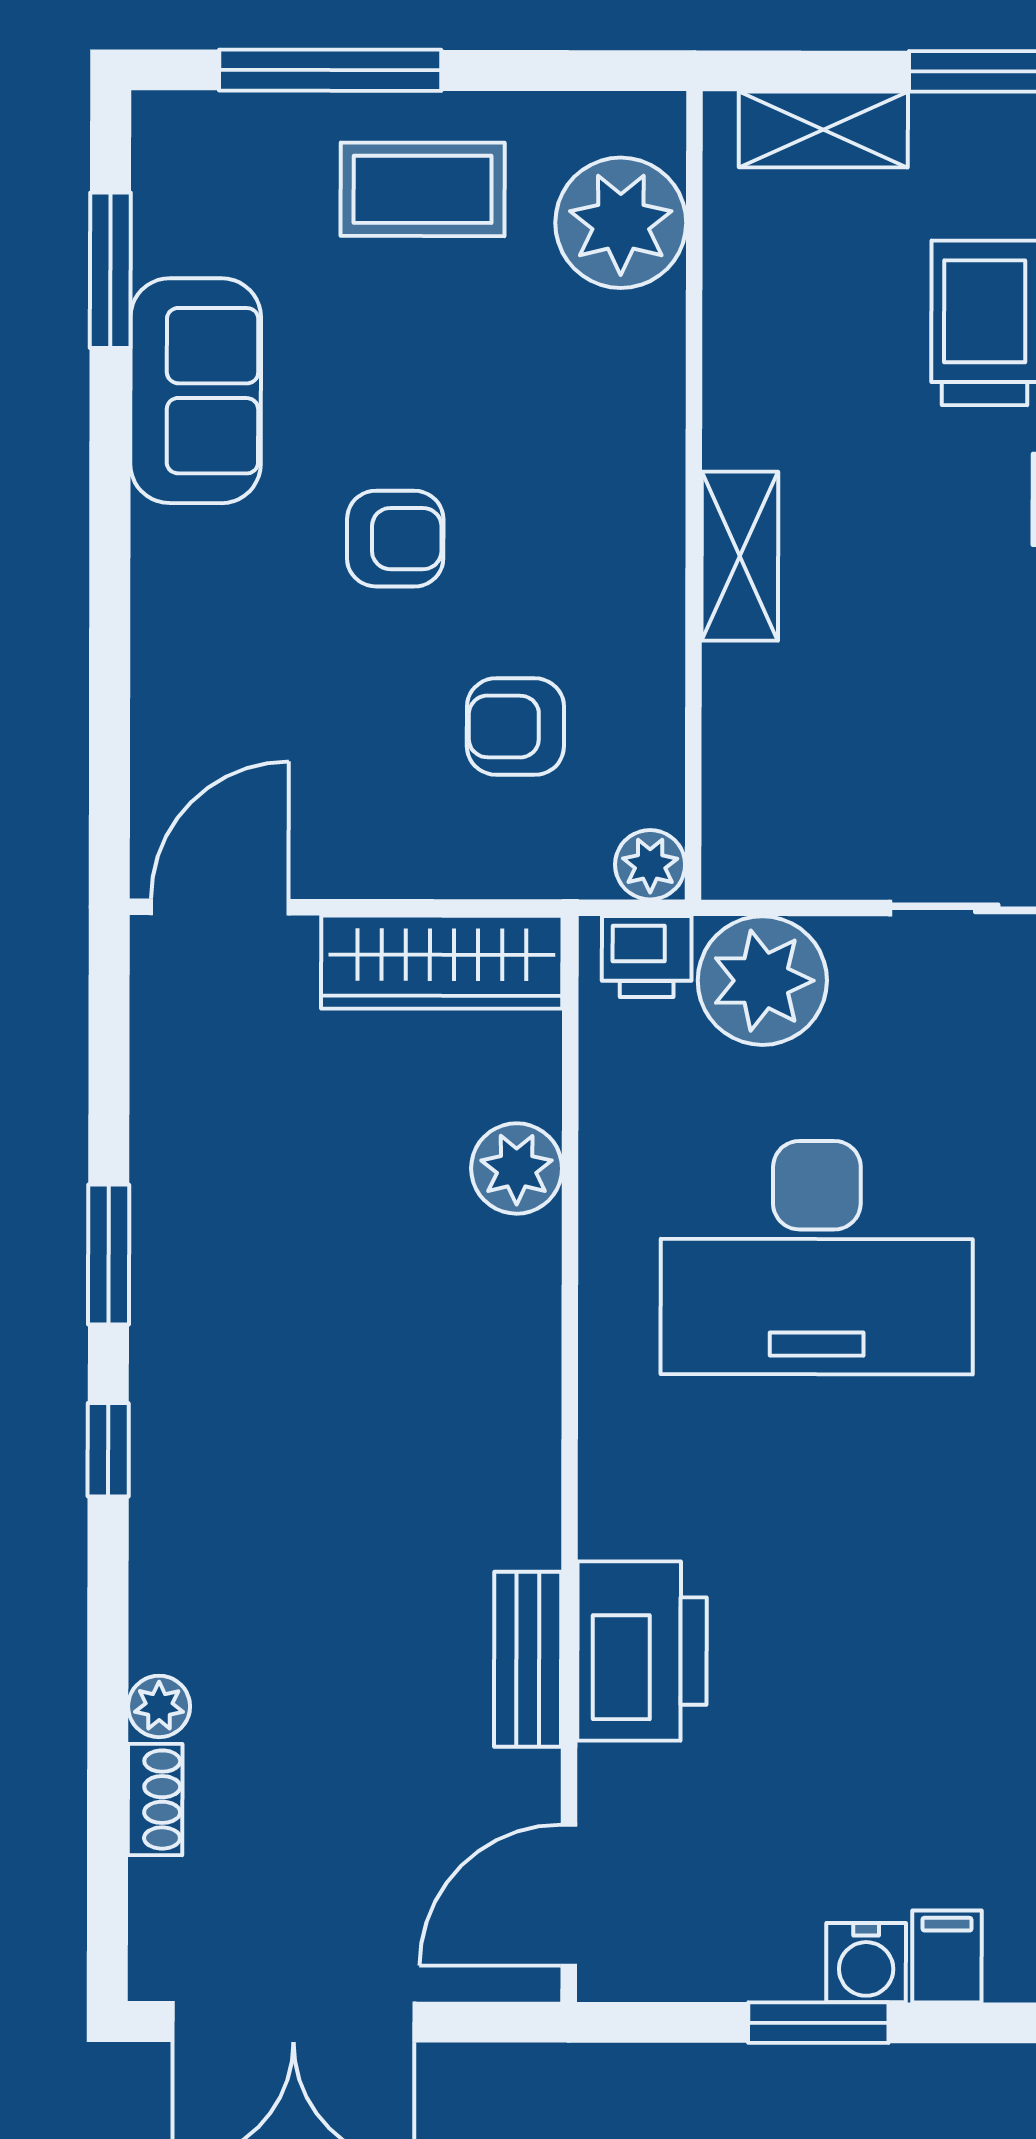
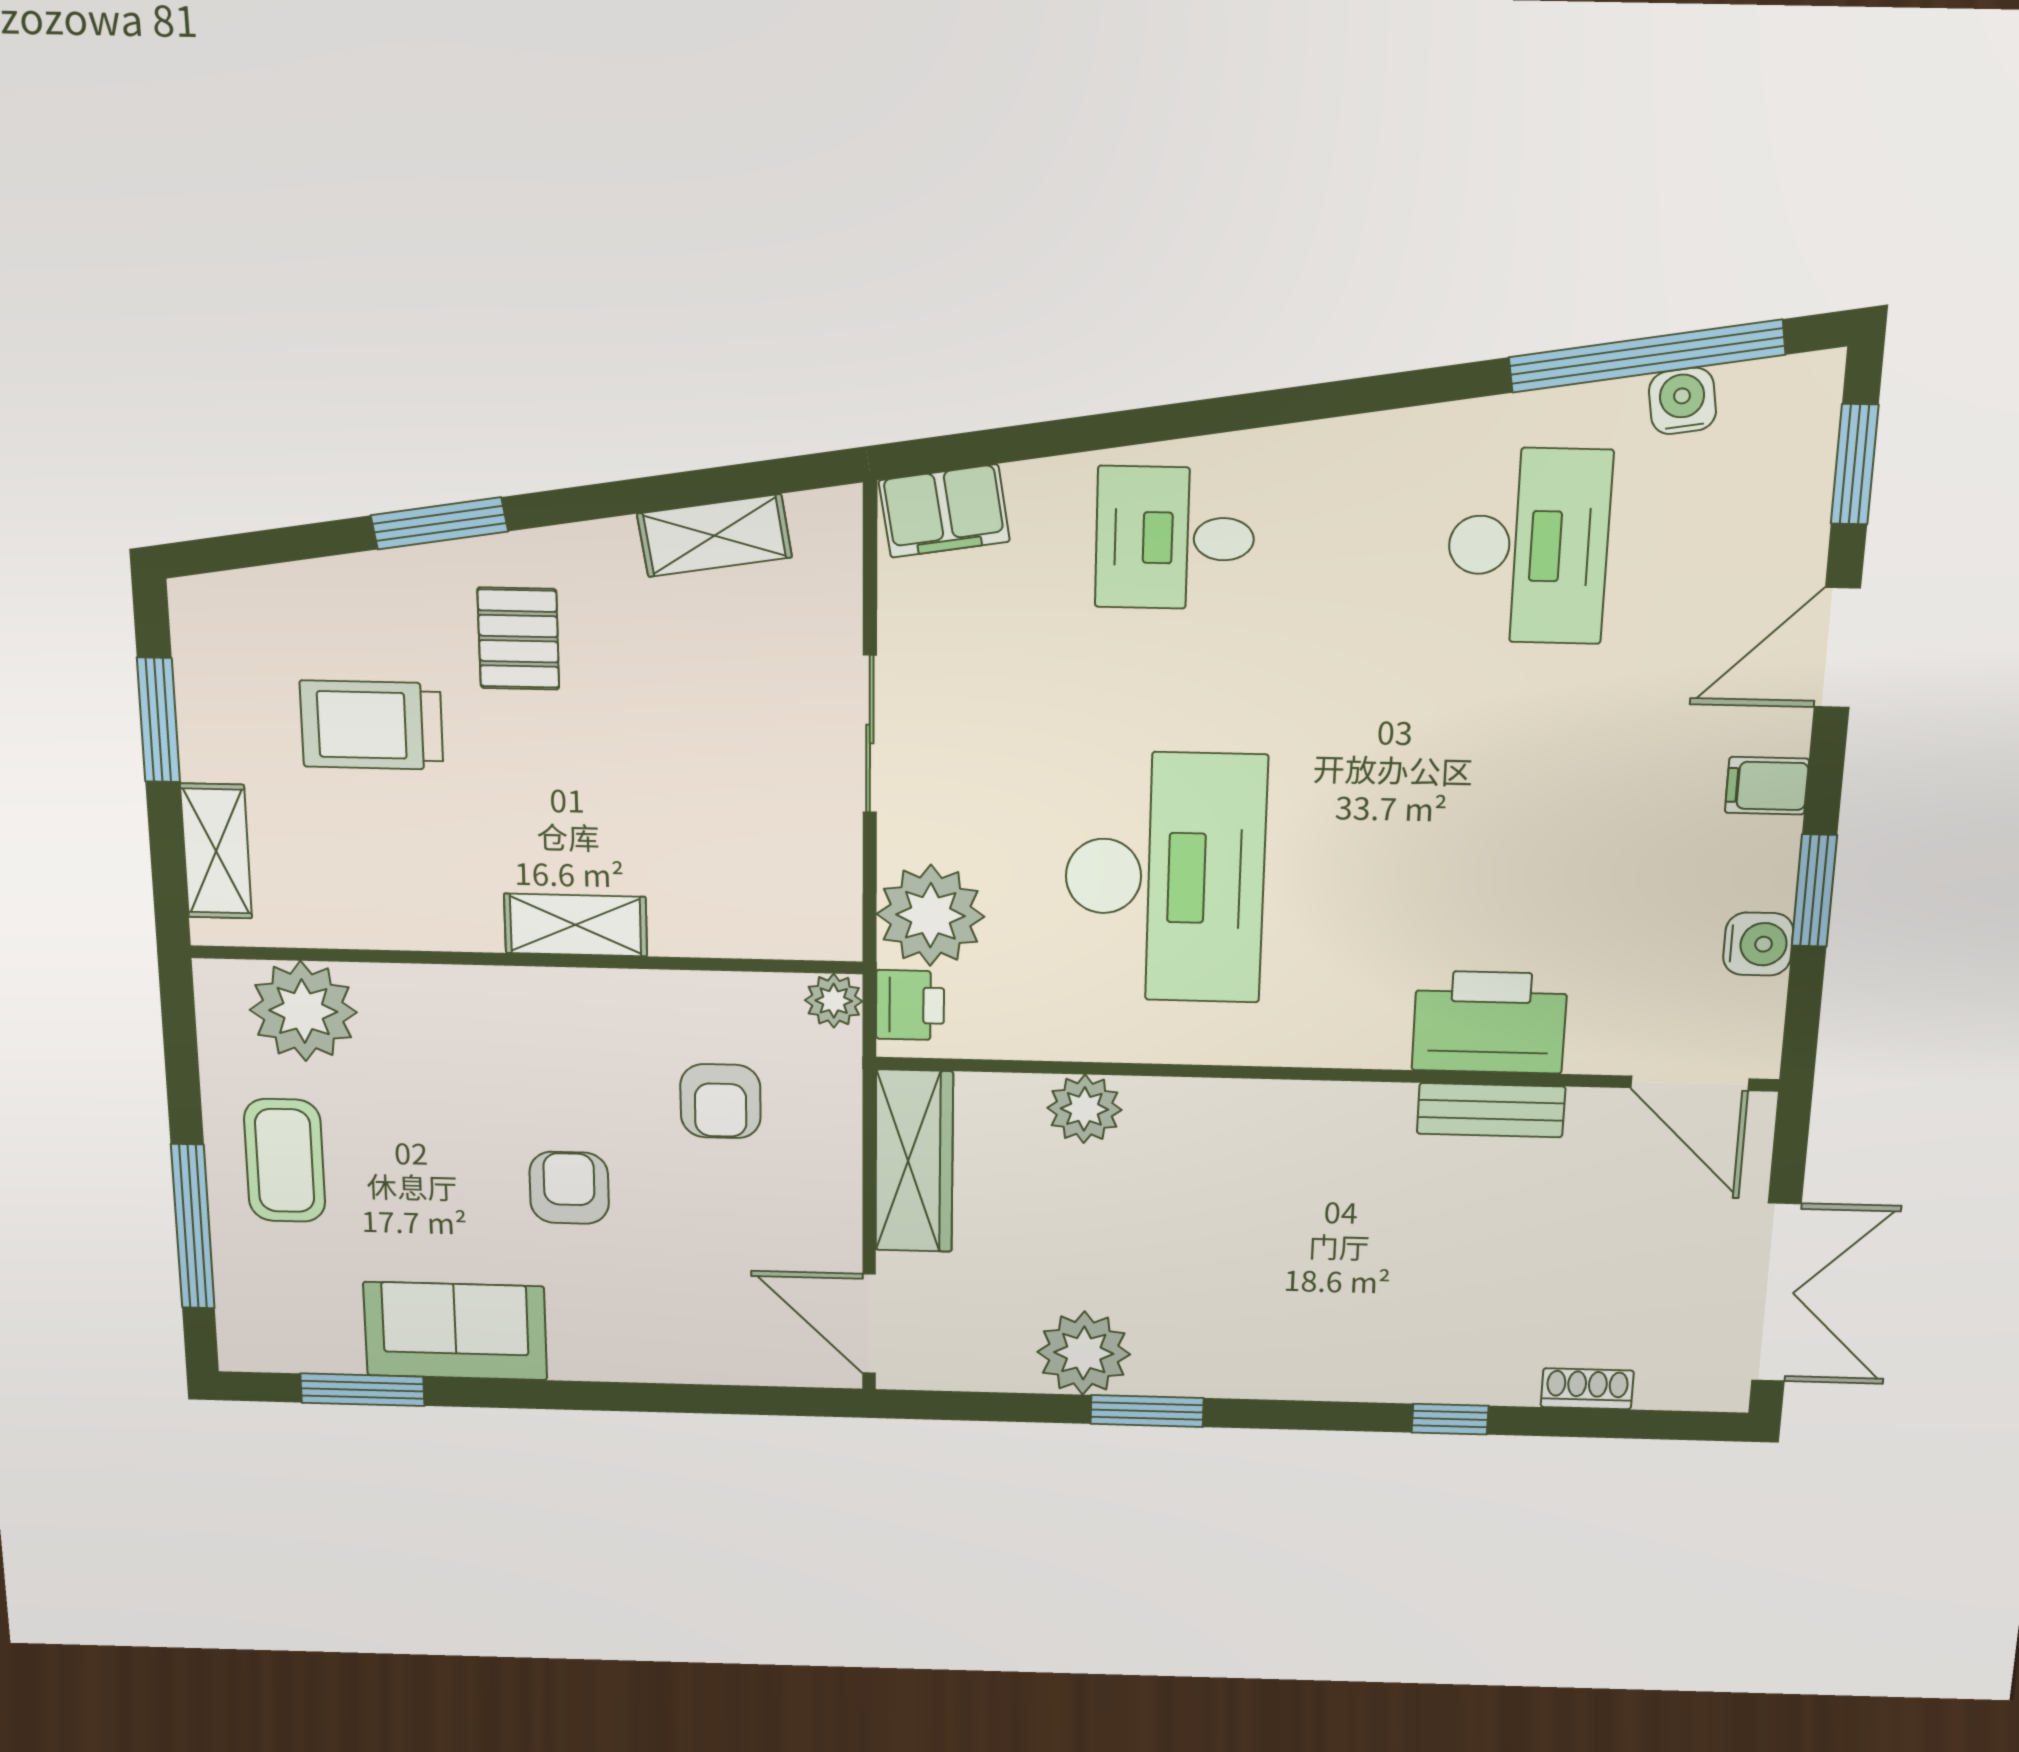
window: (108, 1450) -> (1450, 1419), moved
plant: (159, 1706) -> (1084, 1353), moved, width x1.88, depth x1.88
water cooler: (866, 1963) -> (1758, 944), moved

